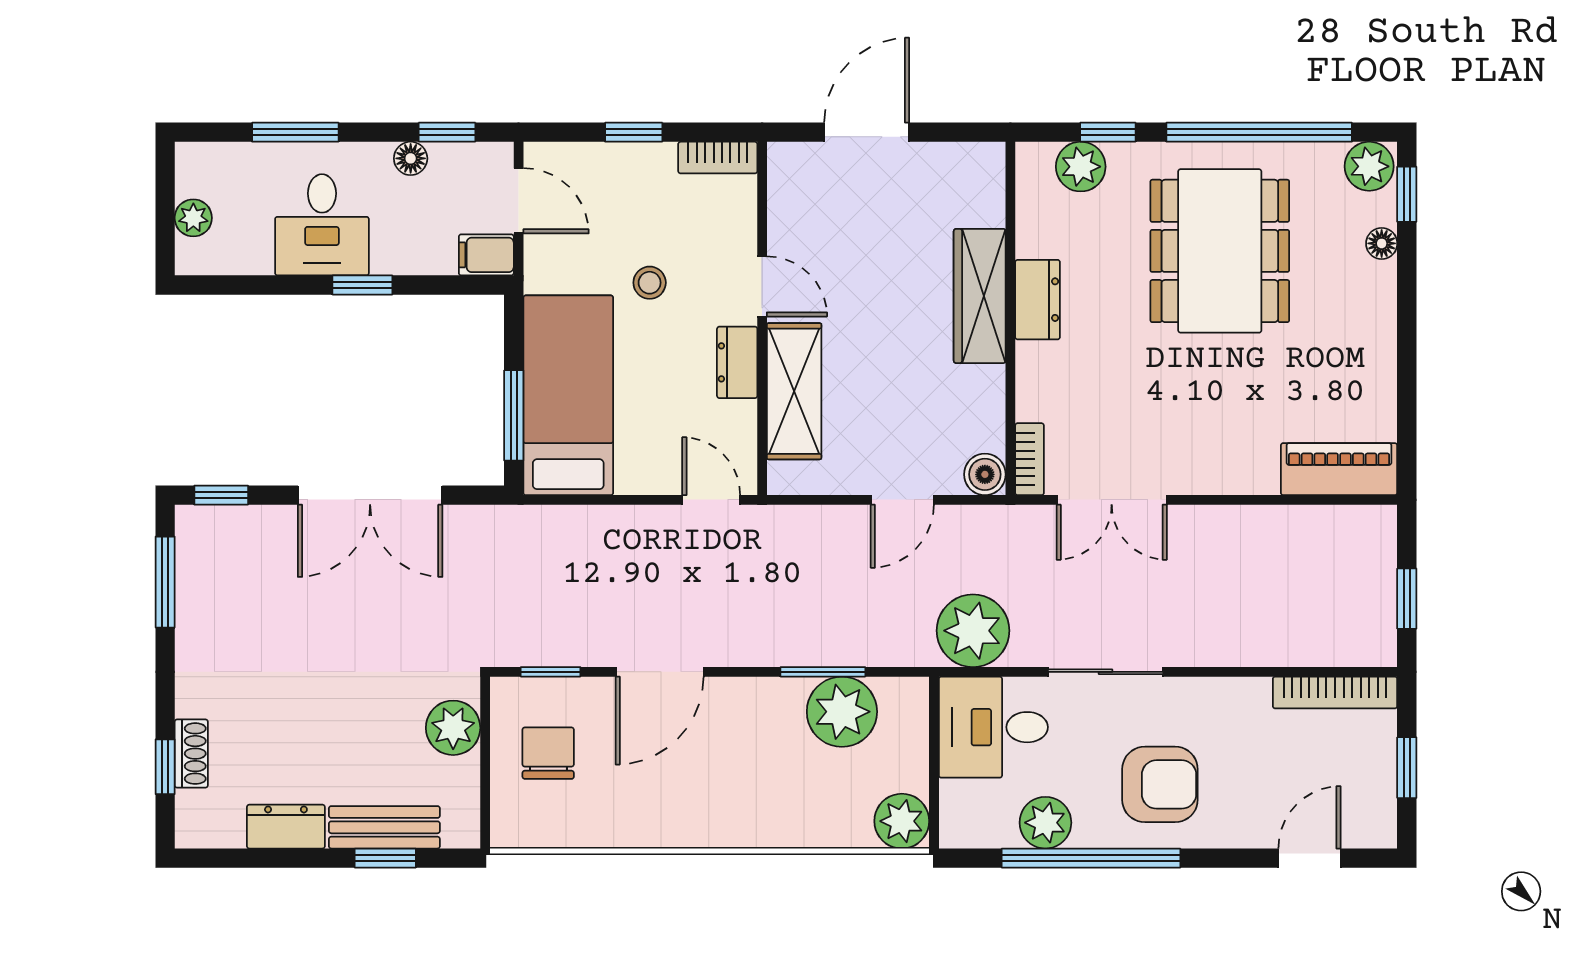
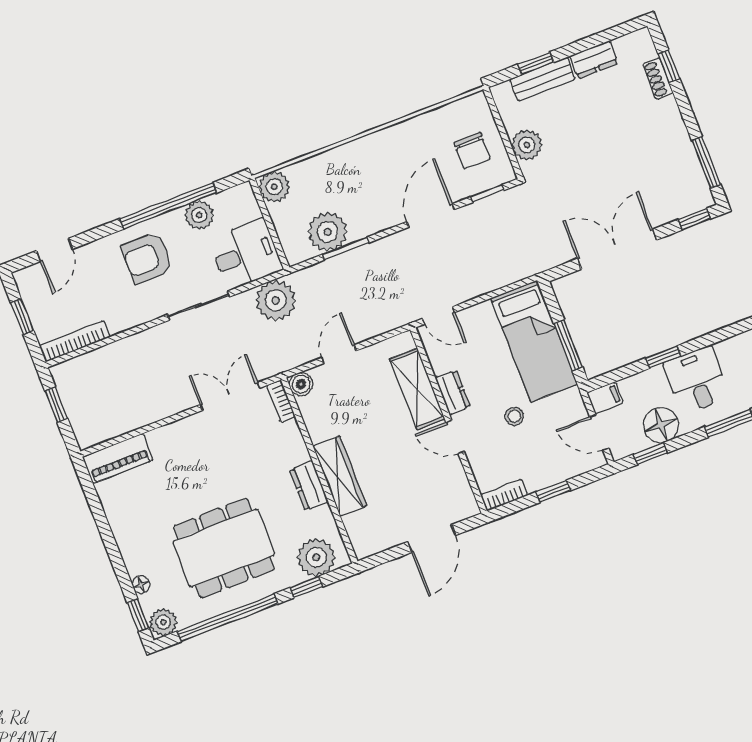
floor lamp: (411, 158) -> (661, 425), width x1.89, depth x1.89
plant: (1081, 167) -> (316, 557), width x1.36, depth x1.36
dining table: (1220, 251) -> (224, 548), turned 90
window: (514, 415) -> (568, 346), moved

